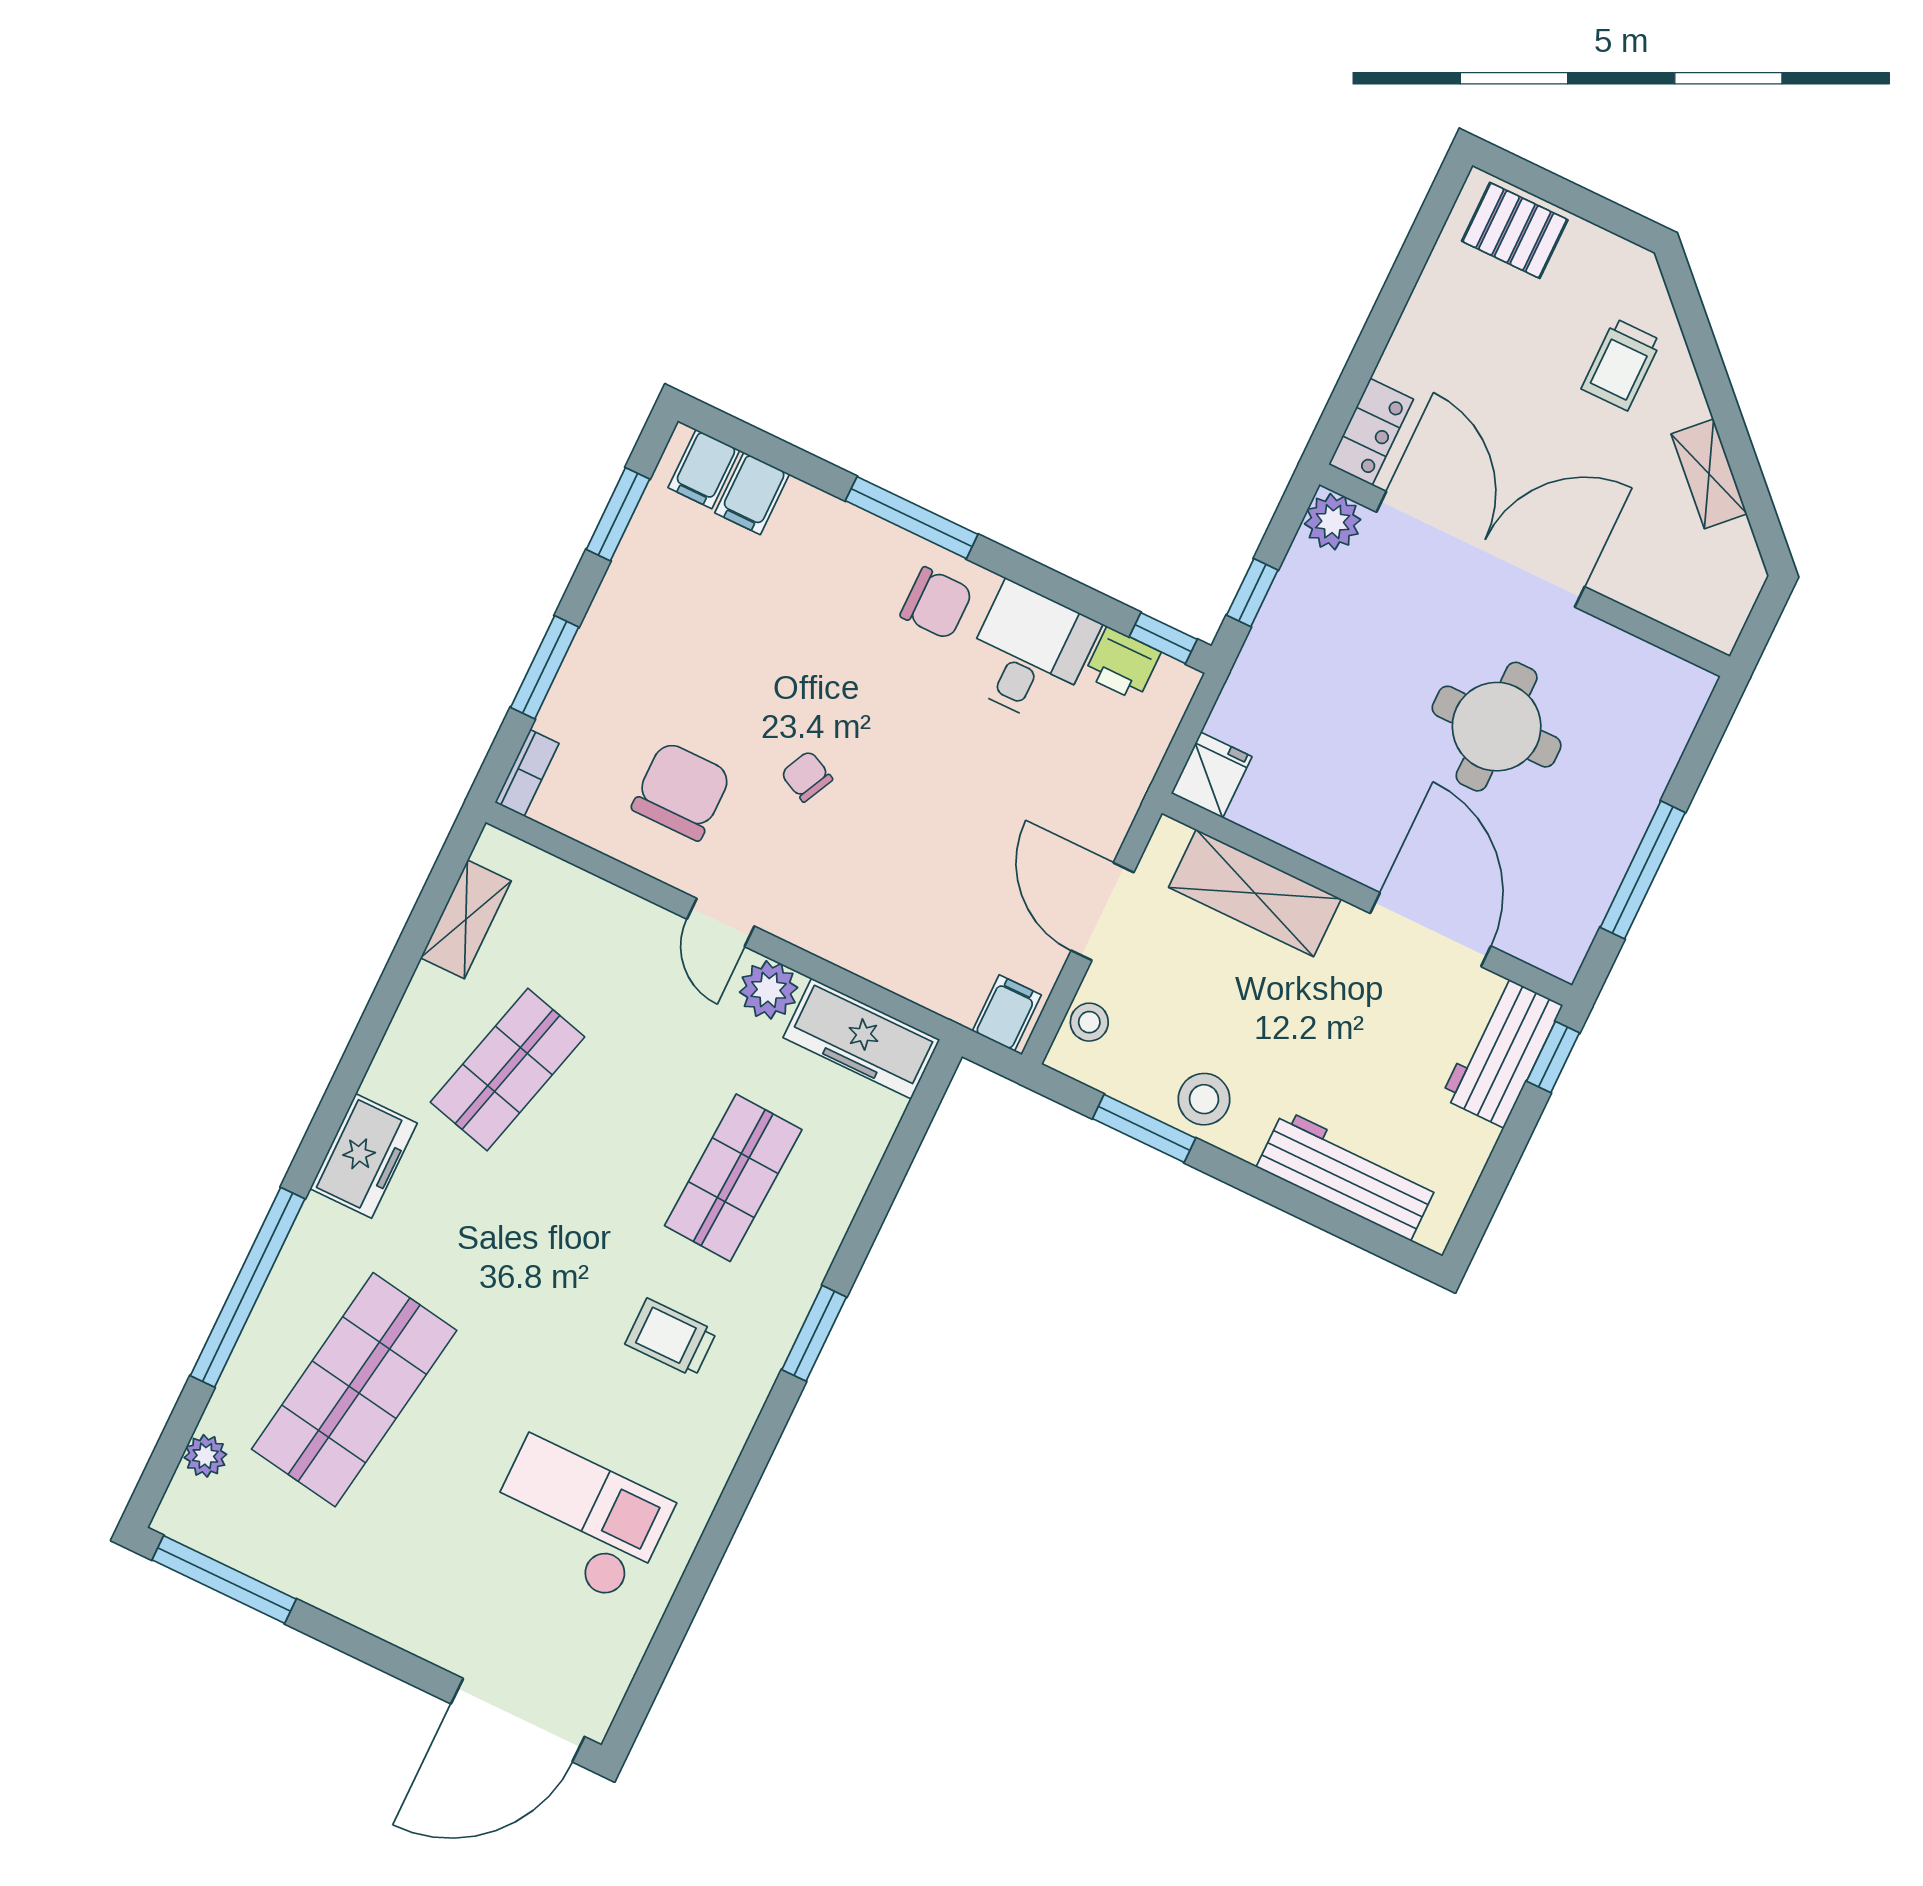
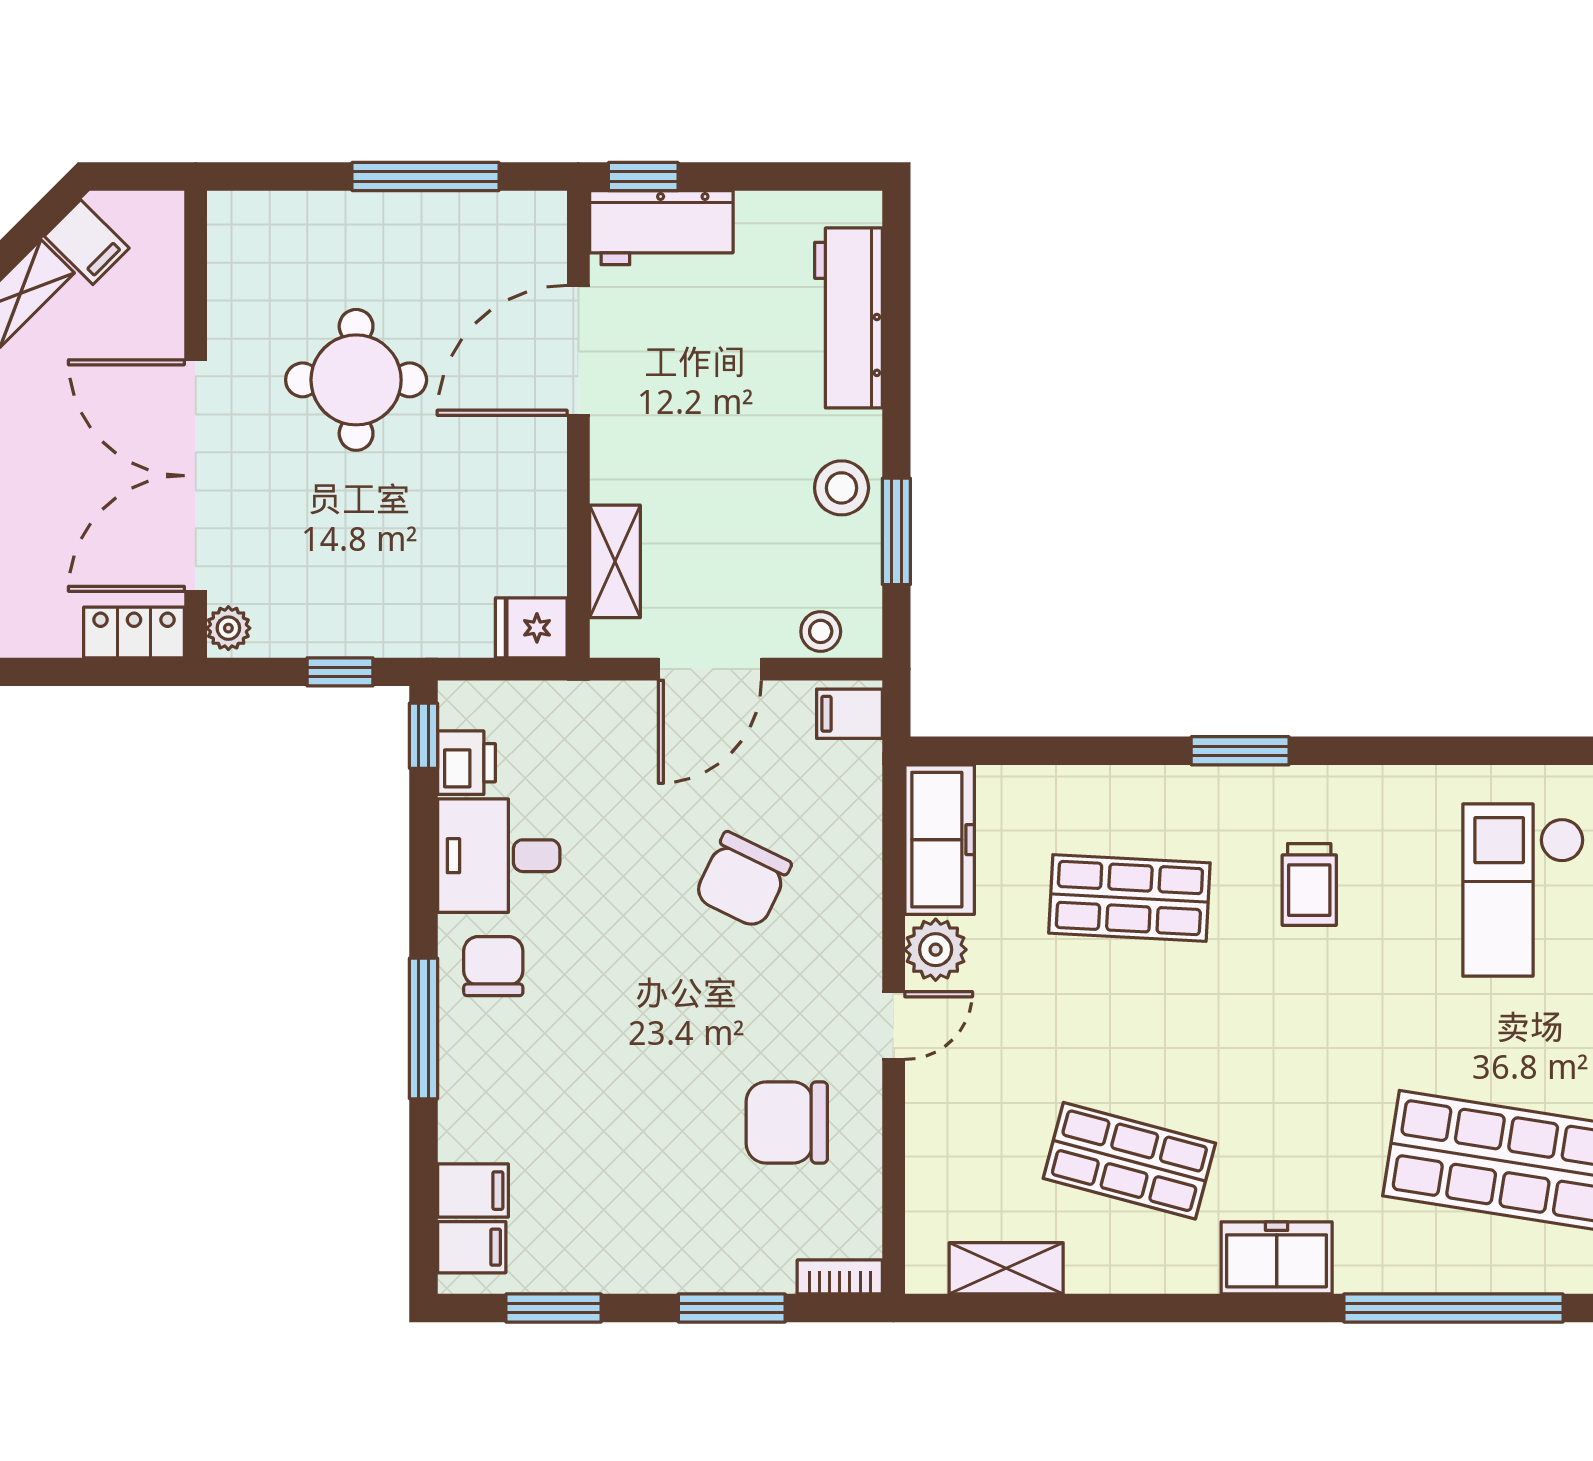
plant: (1333, 522) -> (228, 628), width x0.73, depth x0.73
filing cabinet: (1726, 552) -> (87, 242), added
chair: (807, 776) -> (743, 880), moved, width x1.87, depth x1.87
shelving: (1255, 893) -> (615, 561), width x0.67, depth x0.75

